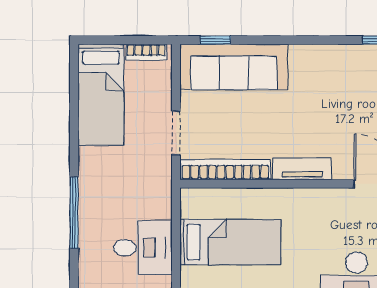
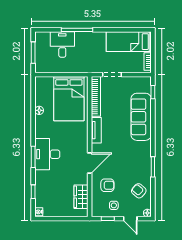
sofa: (234, 67) -> (141, 117), moved
bed: (230, 242) -> (69, 99), width x1.50
desk: (143, 248) -> (62, 44), moved, turned 180

